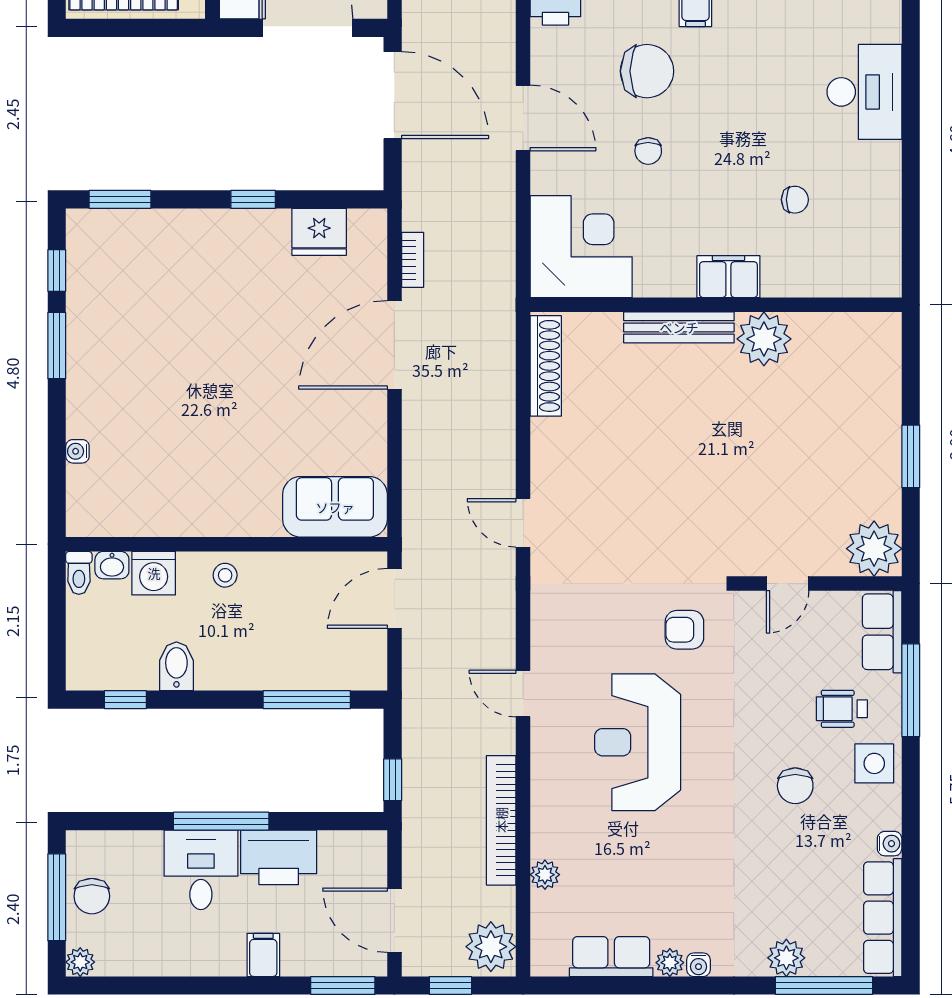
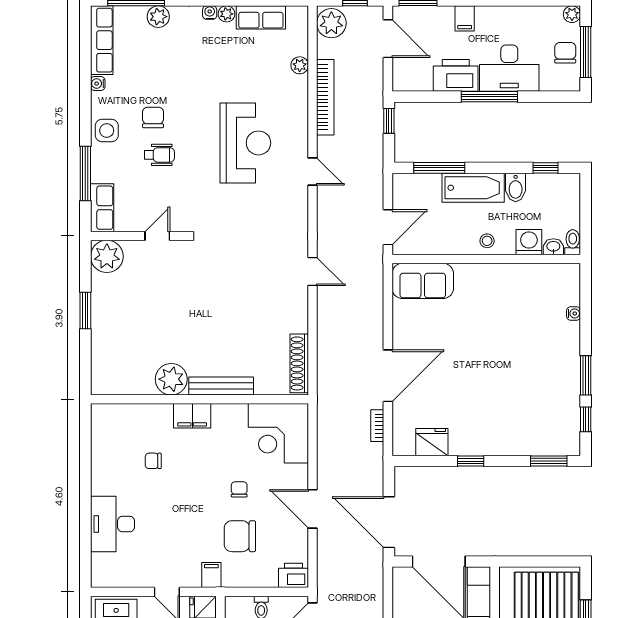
armchair: (684, 630) -> (218, 209), removed
bathtub: (249, 666) -> (473, 188), added
wheelchair: (842, 709) -> (159, 155), moved
desk: (201, 870) -> (509, 68), width x1.37

